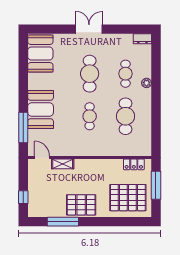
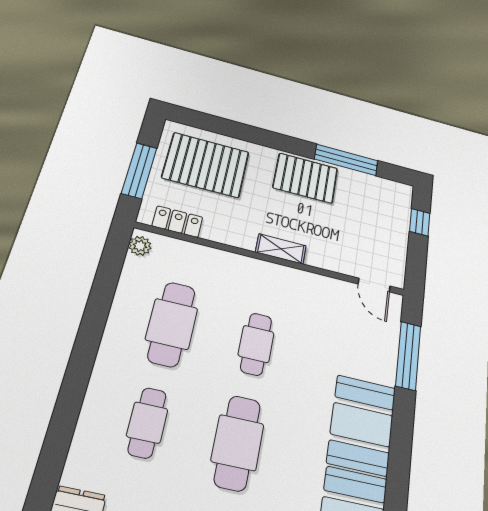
plant: (147, 83) -> (140, 246), moved
booth: (41, 110) -> (362, 425), moved
shelving: (63, 164) -> (281, 249), moved

